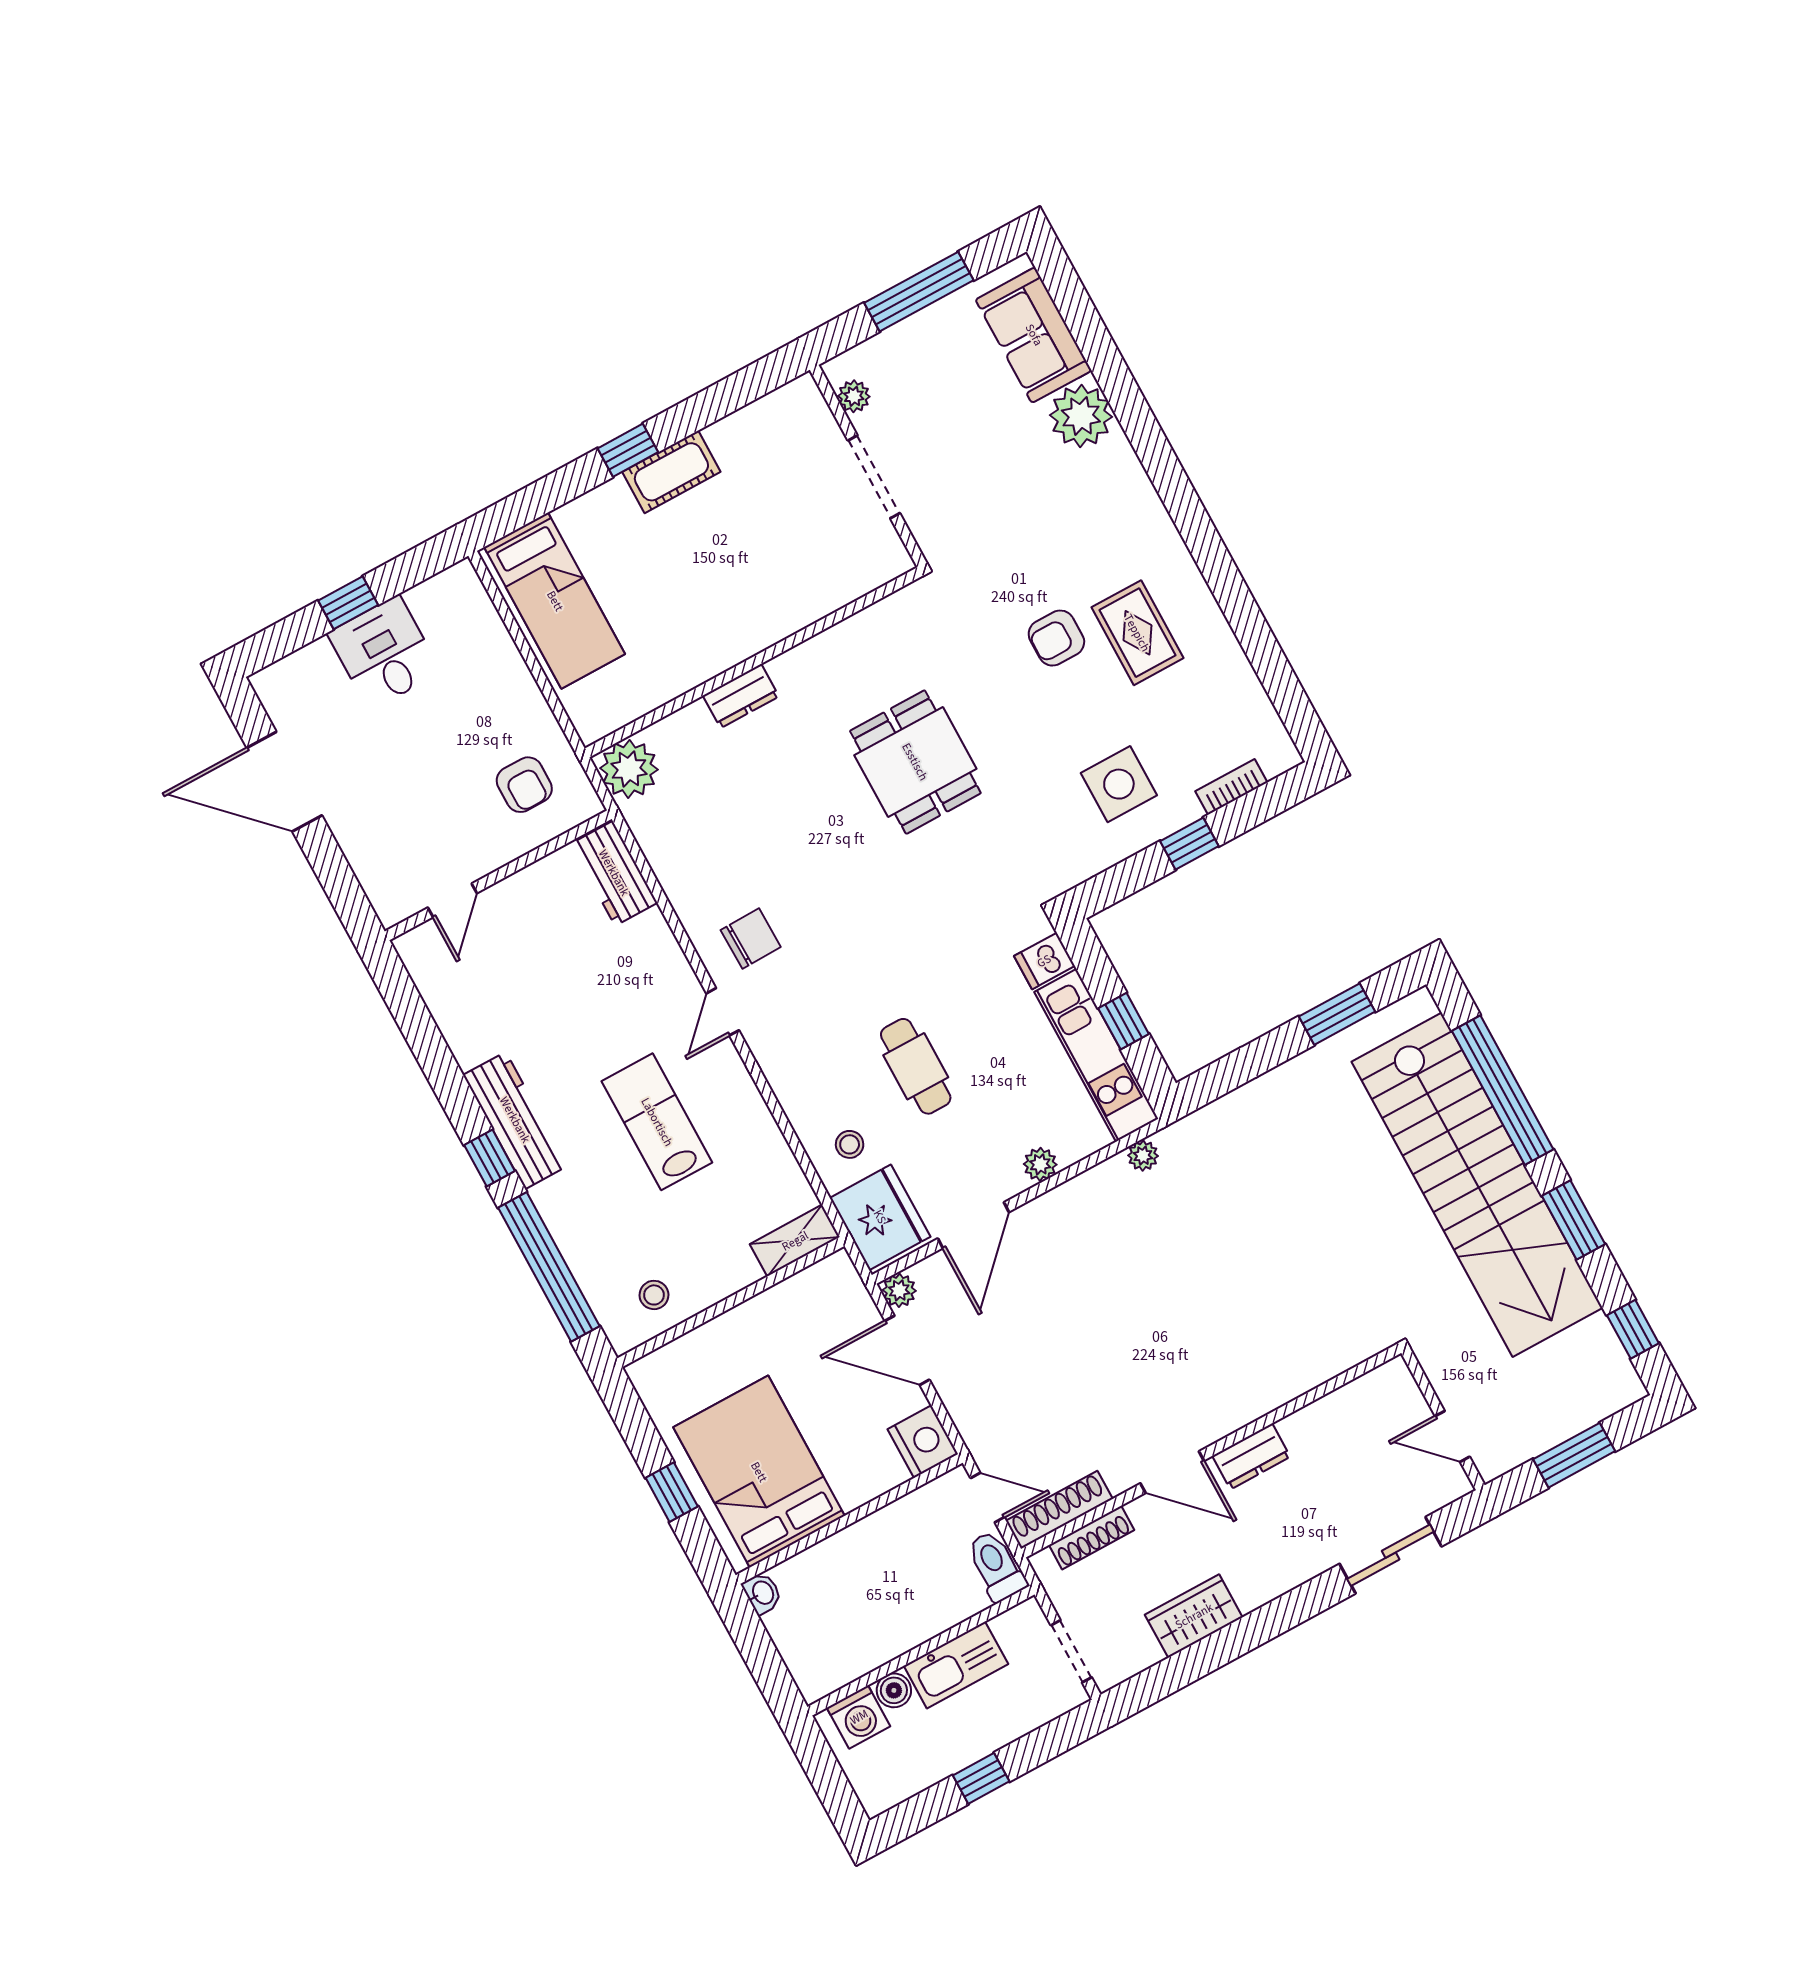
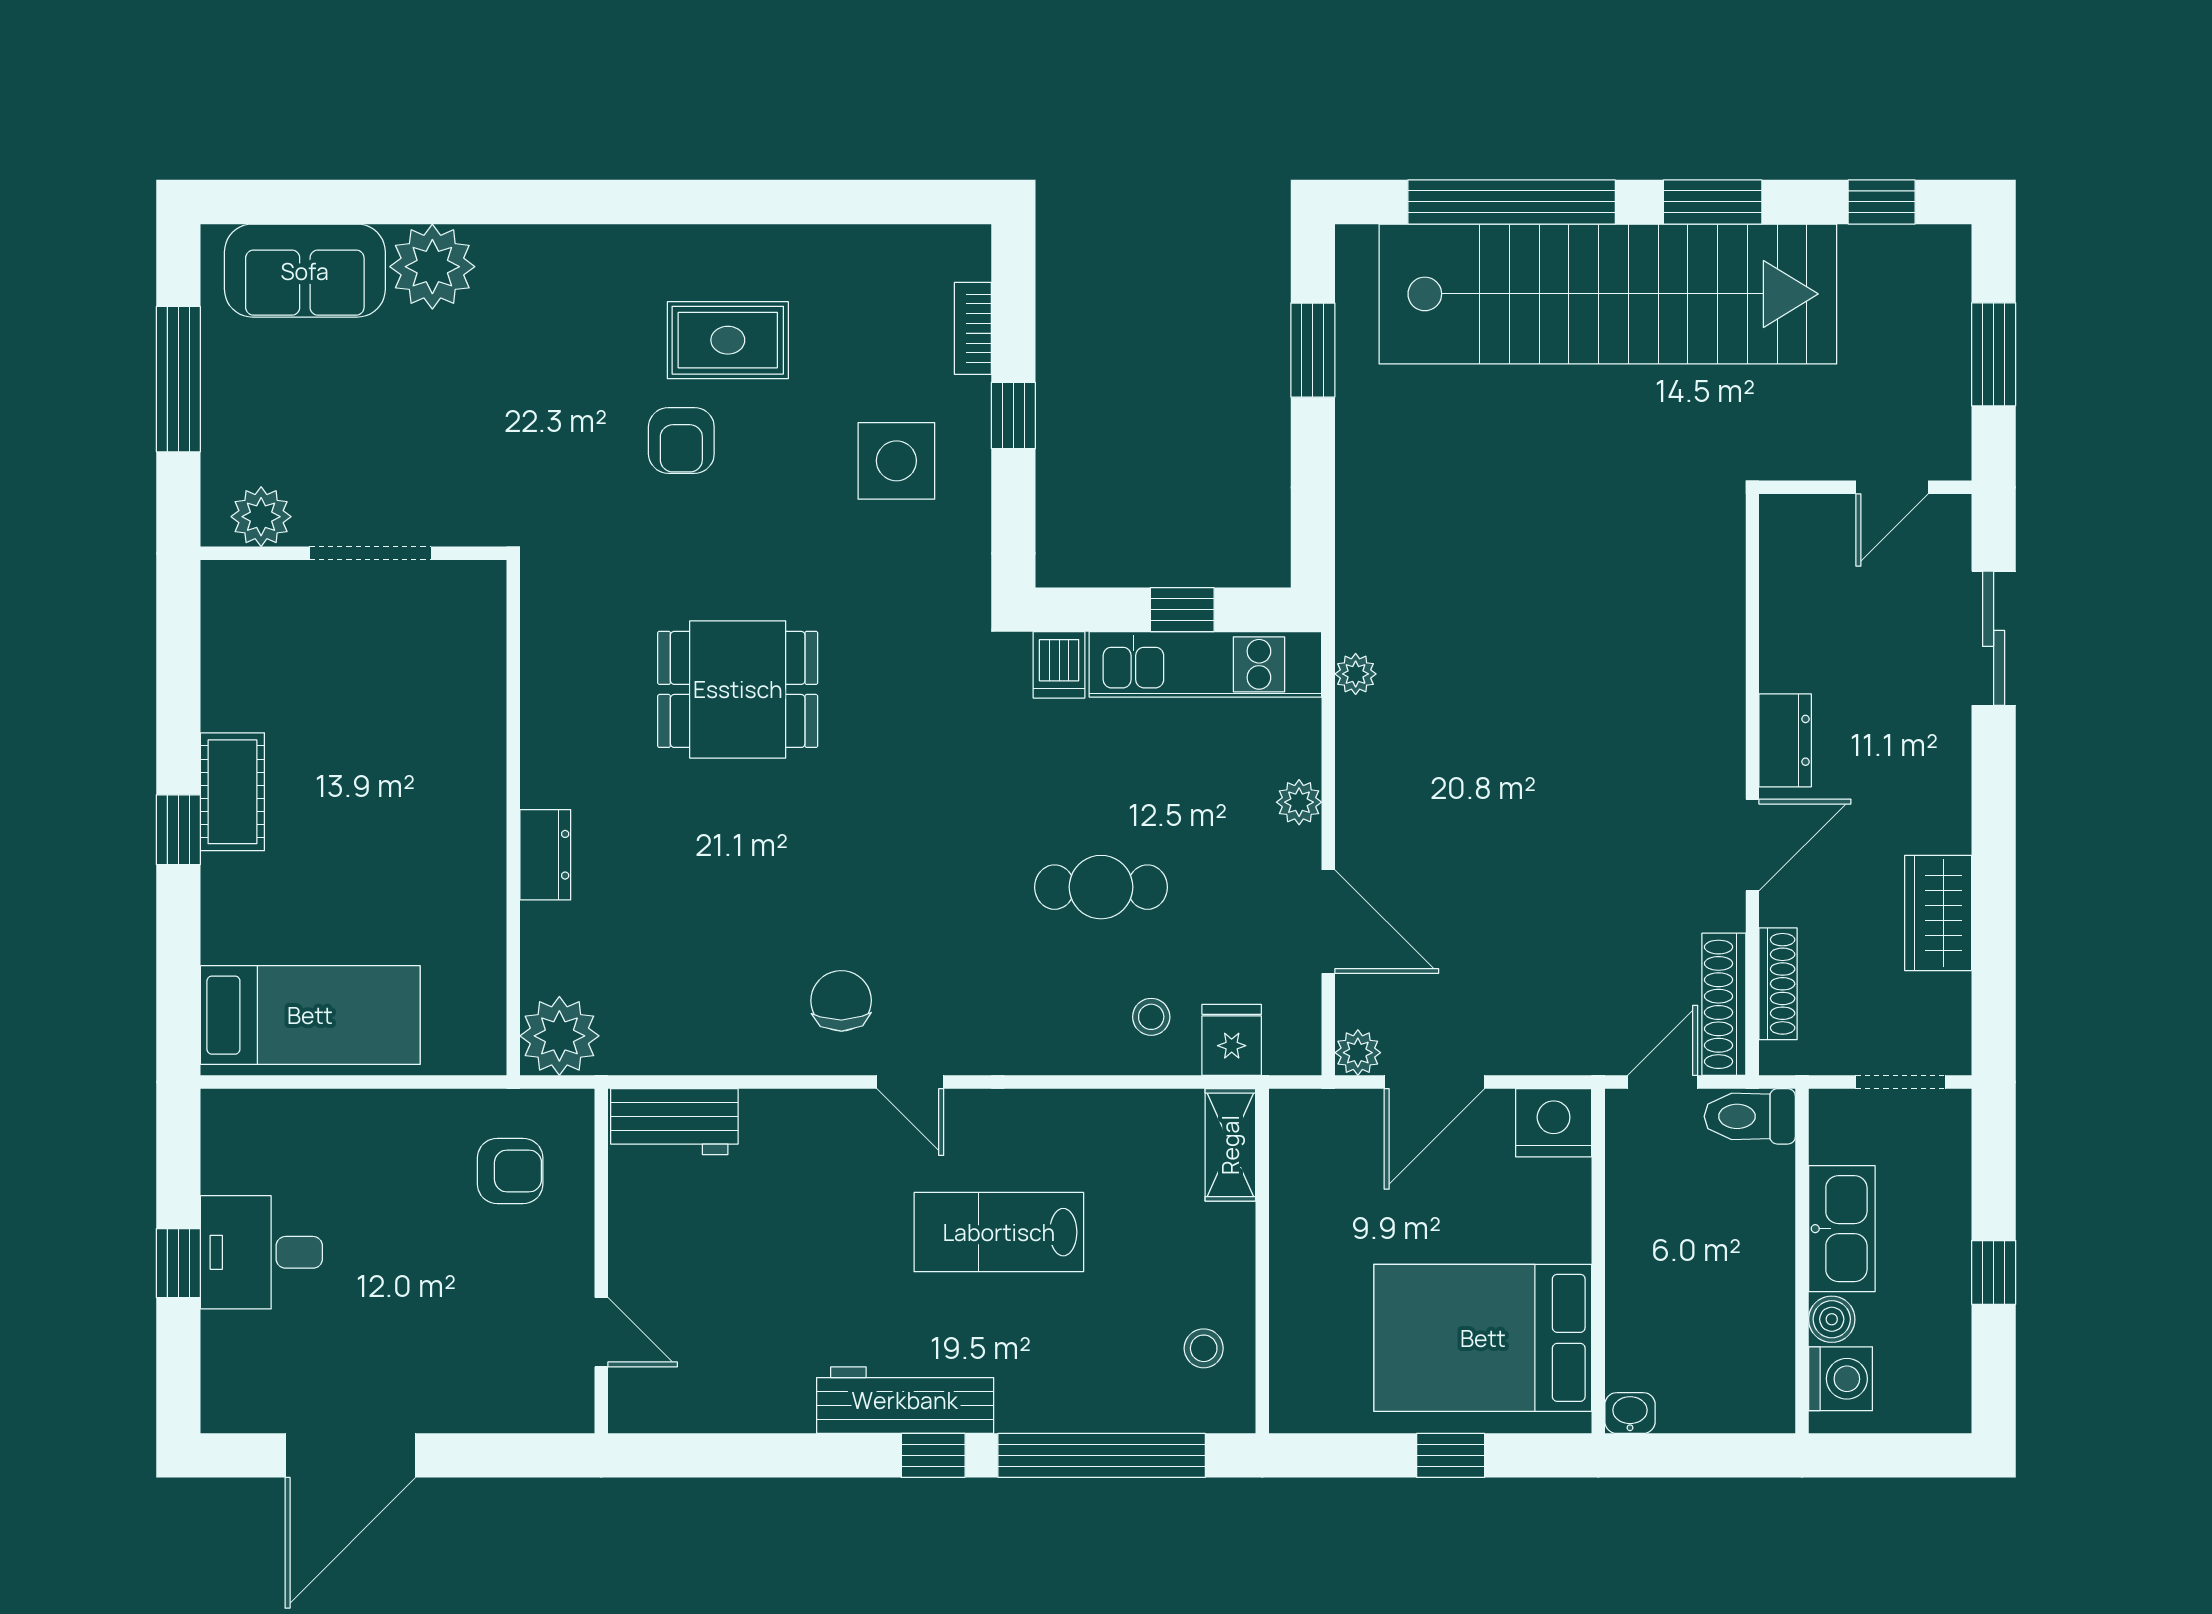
plant: (854, 396) -> (261, 517), width x1.38, depth x1.38
fridge: (880, 1217) -> (1232, 1040), width x0.53, depth x0.75

